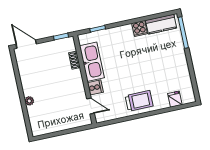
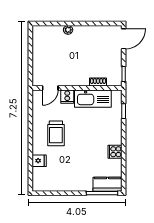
kitchen counter: (161, 24) -> (108, 184), moved, turned 90
fridge: (175, 99) -> (39, 161), moved
trolley: (139, 101) -> (56, 133), moved

